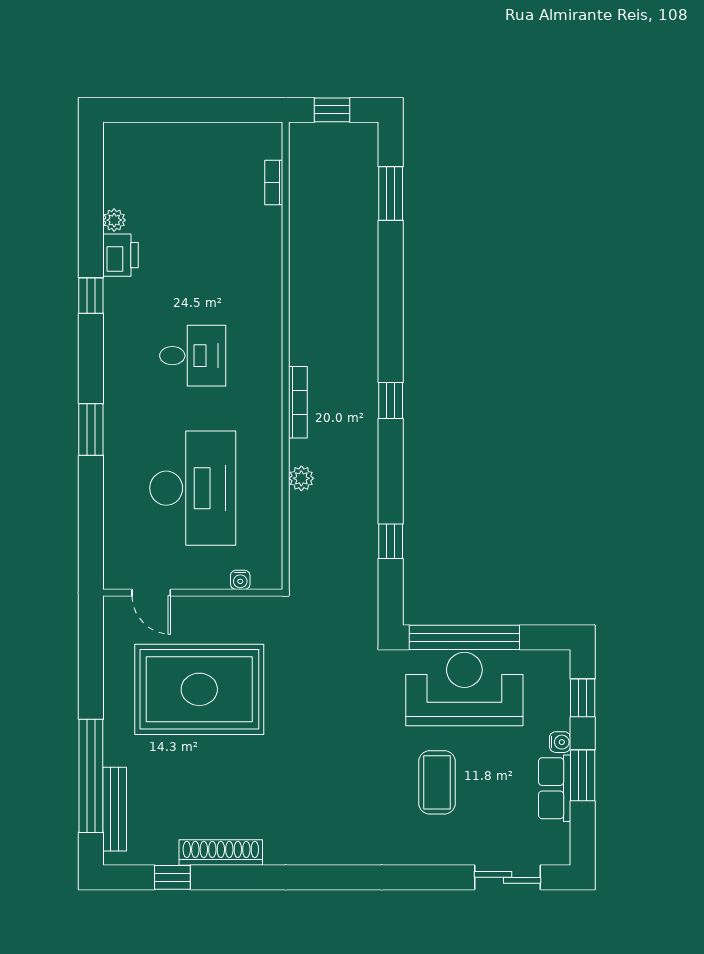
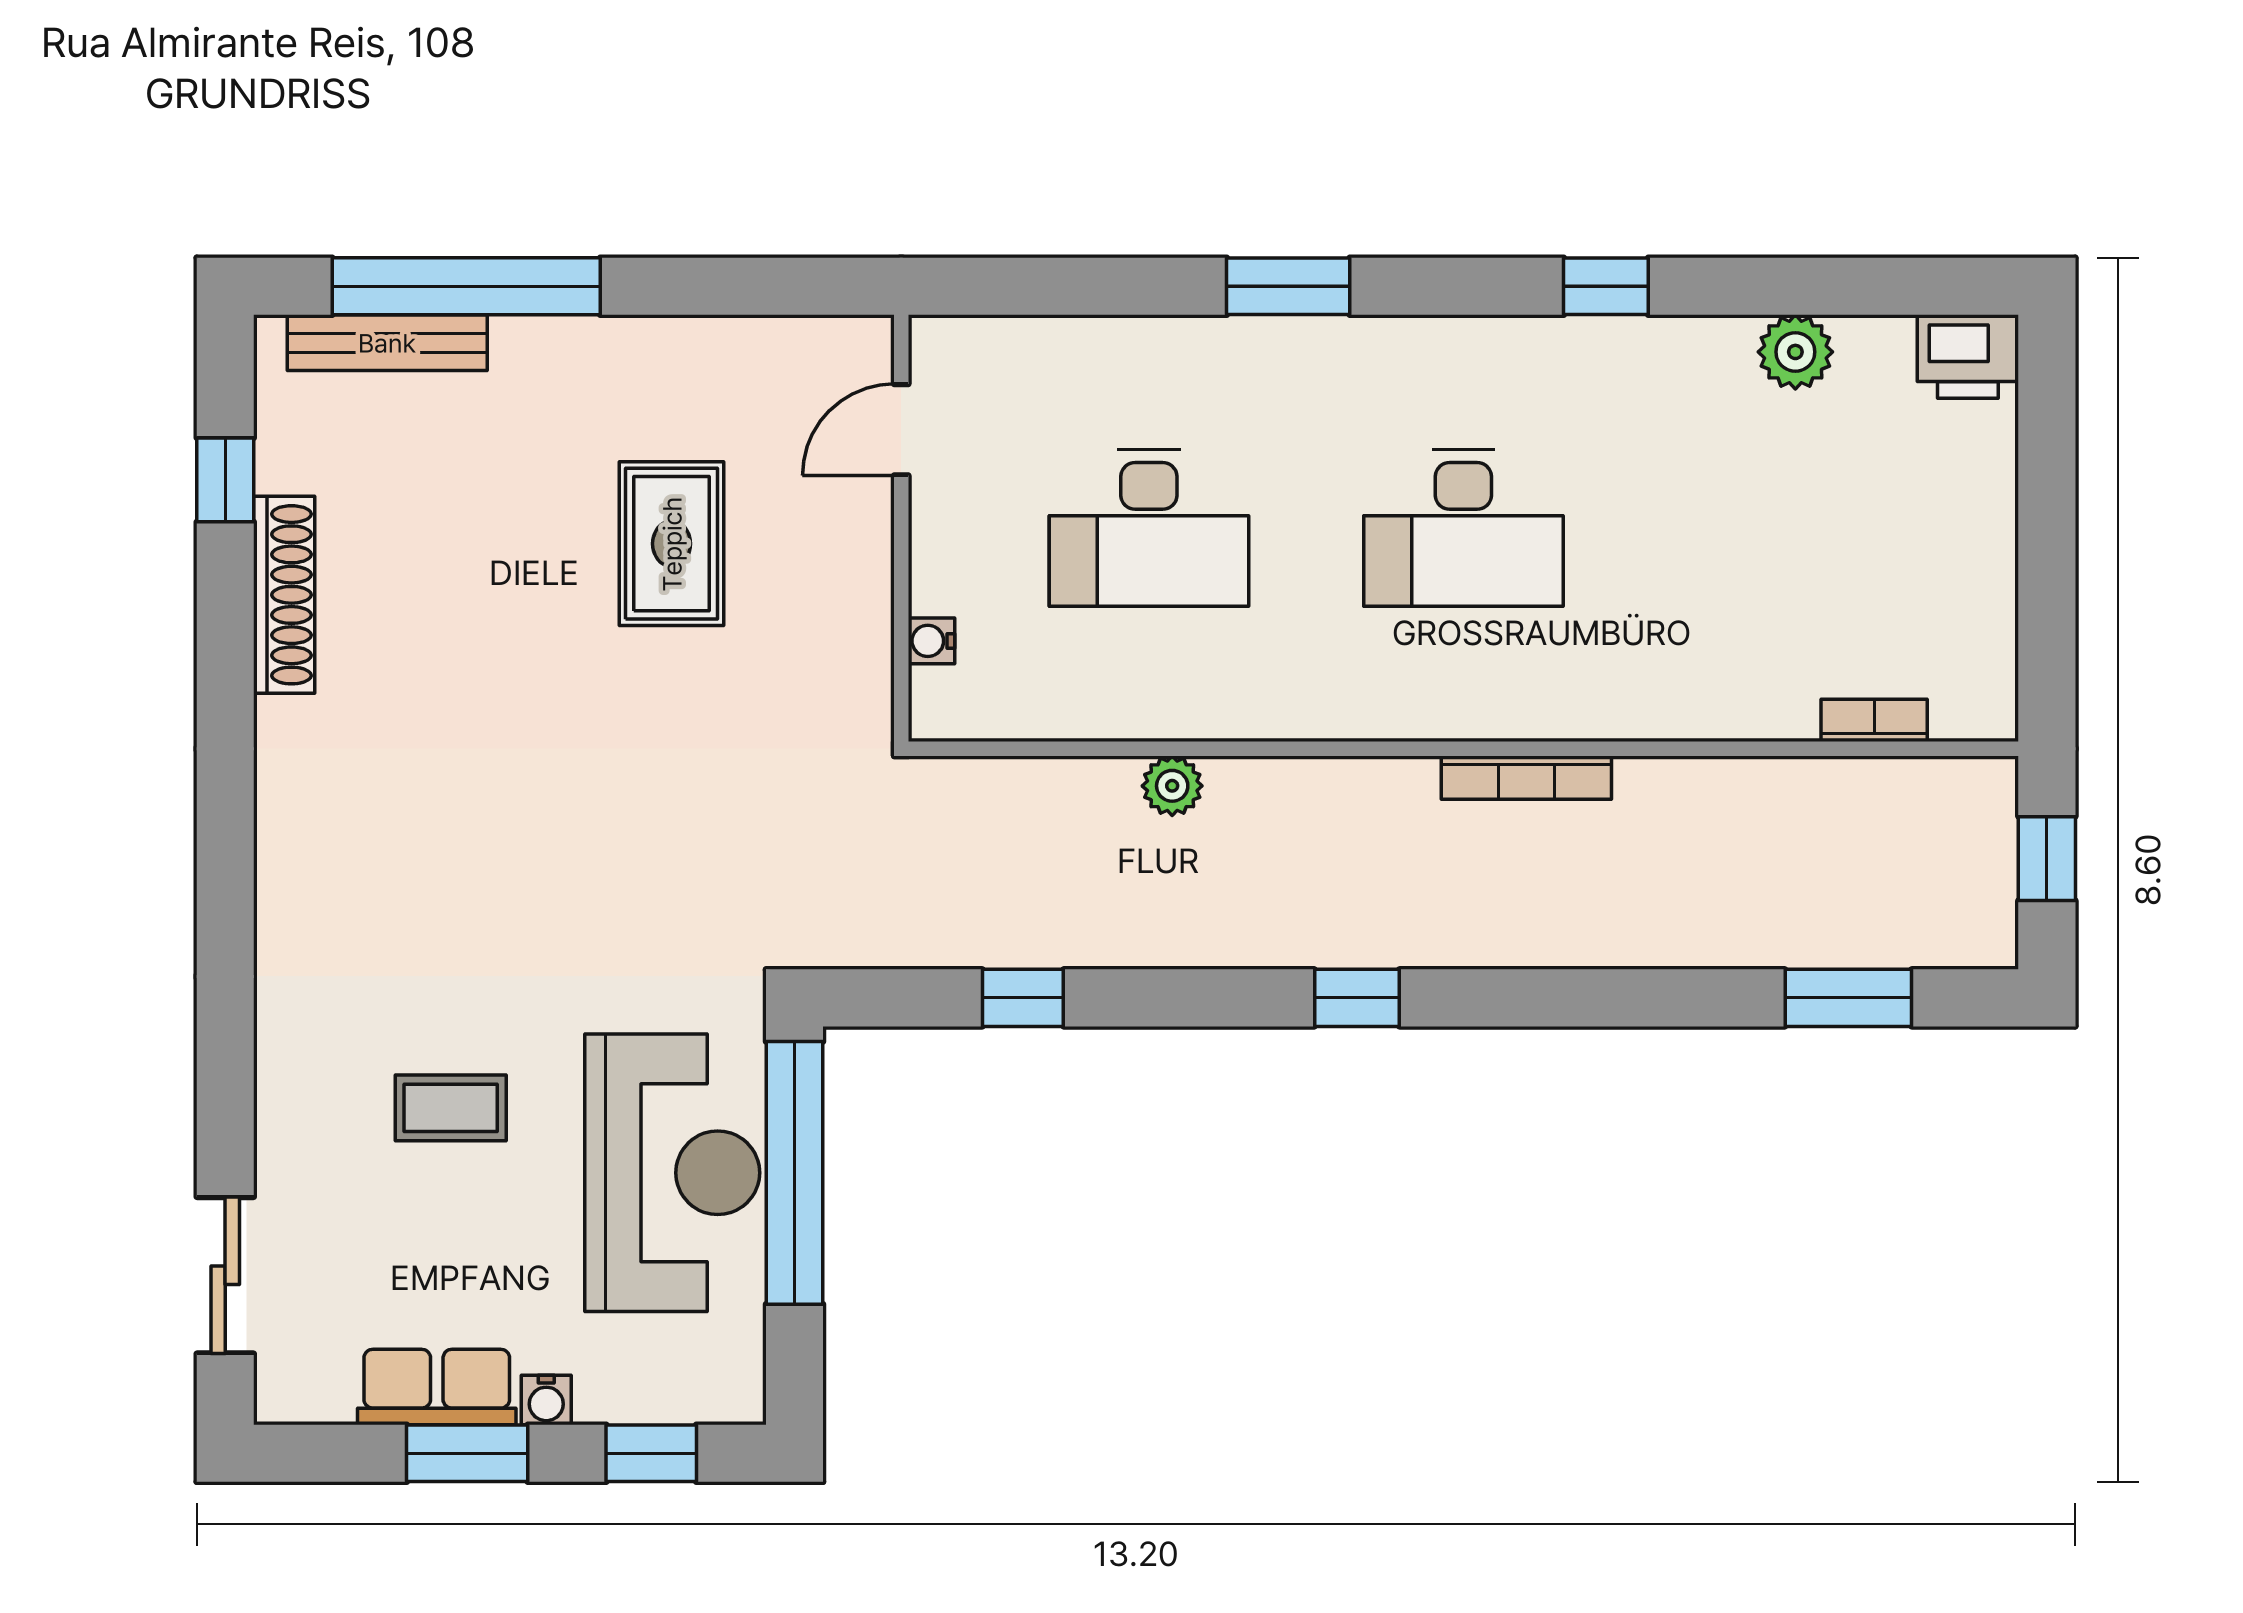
plant: (114, 220) -> (1795, 352), width x1.38, depth x1.38
printer: (120, 255) -> (1968, 357), moved
desk: (193, 356) -> (1463, 528), width x1.37
bookcase: (298, 402) -> (1526, 778), moved
desk: (193, 488) -> (1149, 528), width x0.73, depth x0.77
rug: (199, 689) -> (672, 544), width x0.54, depth x0.49
coffee table: (437, 782) -> (451, 1108), width x0.73, depth x0.77

